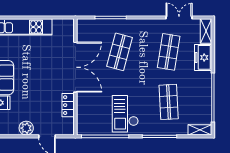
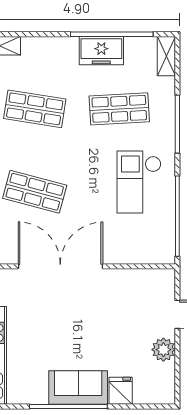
freezer: (203, 57) -> (101, 51), moved
locker: (68, 105) -> (125, 279), removed
checkout: (125, 114) -> (139, 182), turned 90

